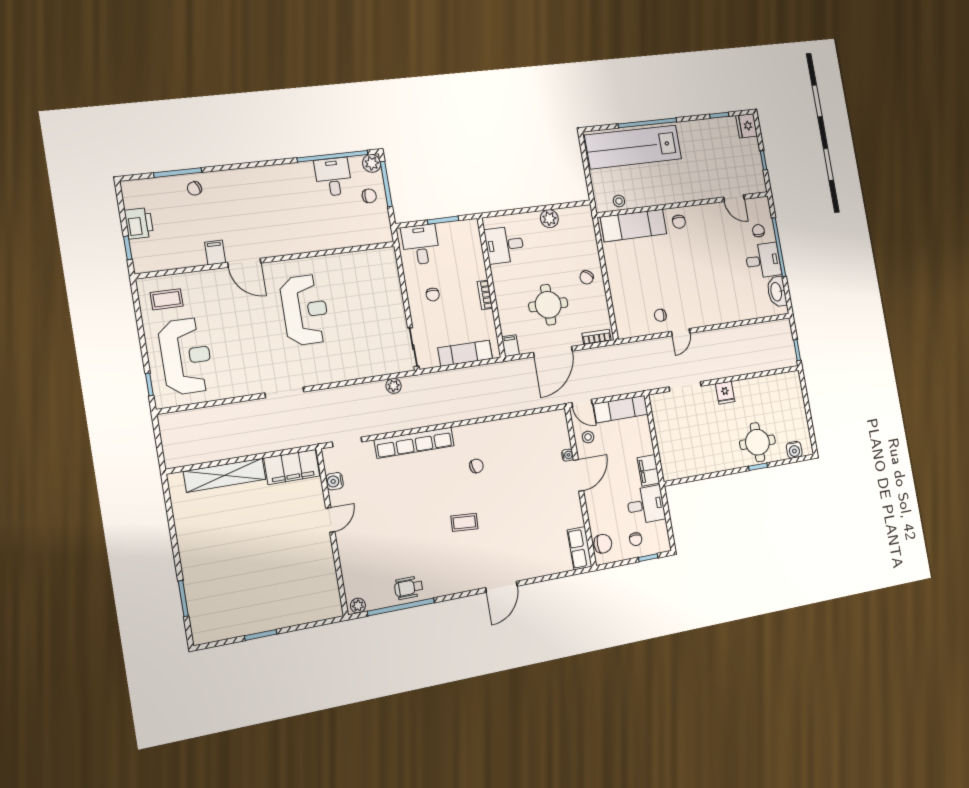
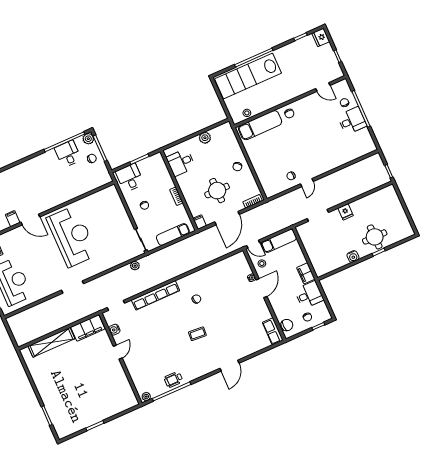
washbasin: (777, 292) -> (366, 138), removed
reception desk: (305, 310) -> (72, 236), width x1.36, depth x1.30
water cooler: (794, 450) -> (353, 256), moved

